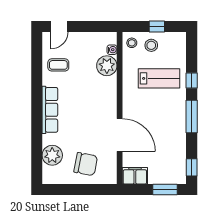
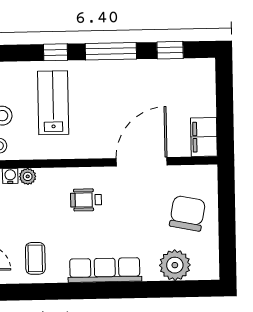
plant: (107, 66) -> (28, 176), width x0.53, depth x0.53
wheelchair: (96, 99) -> (86, 200), added
window: (192, 167) -> (170, 50), moved
window: (165, 190) -> (224, 90), removed

